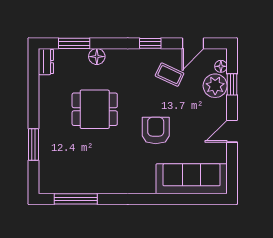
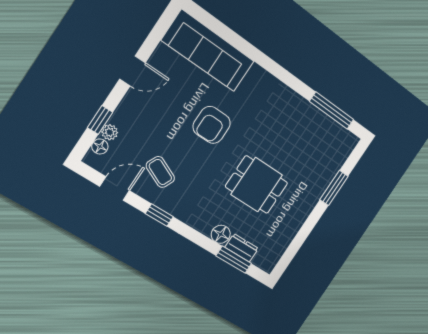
dresser: (46, 62) -> (242, 248), moved, turned 90
plant: (215, 86) -> (110, 132), width x0.53, depth x0.53

